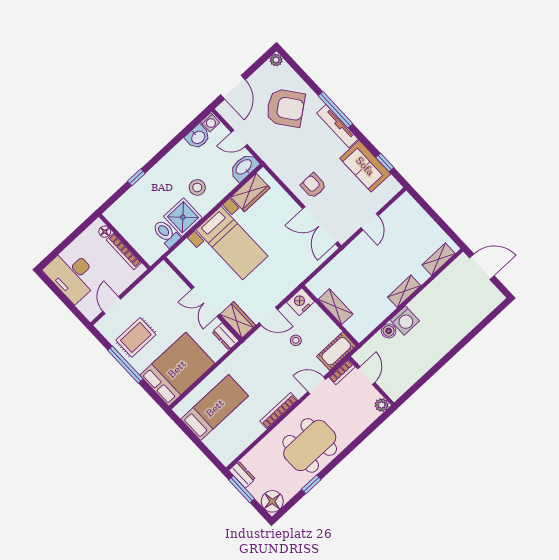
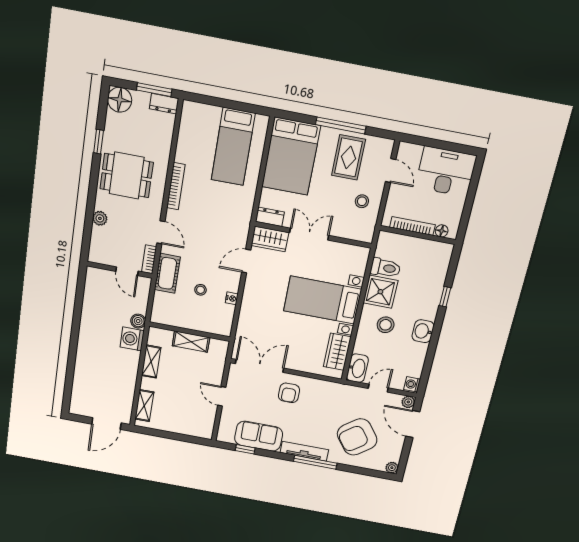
plant: (223, 109) -> (408, 402), added
washbasin: (198, 137) -> (423, 331), moved
armchair: (313, 186) -> (289, 393), turned 90
stool: (149, 298) -> (362, 201), added
nightstand: (301, 302) -> (232, 298), width x0.53, depth x0.56
shelving: (336, 307) -> (191, 342), moved
wall: (330, 316) -> (190, 332), moved
stool: (296, 340) -> (201, 290), moved
door: (317, 385) -> (161, 232), hinge flipped
plant: (382, 405) -> (100, 218), moved
dining table: (310, 445) -> (127, 176), width x0.73

